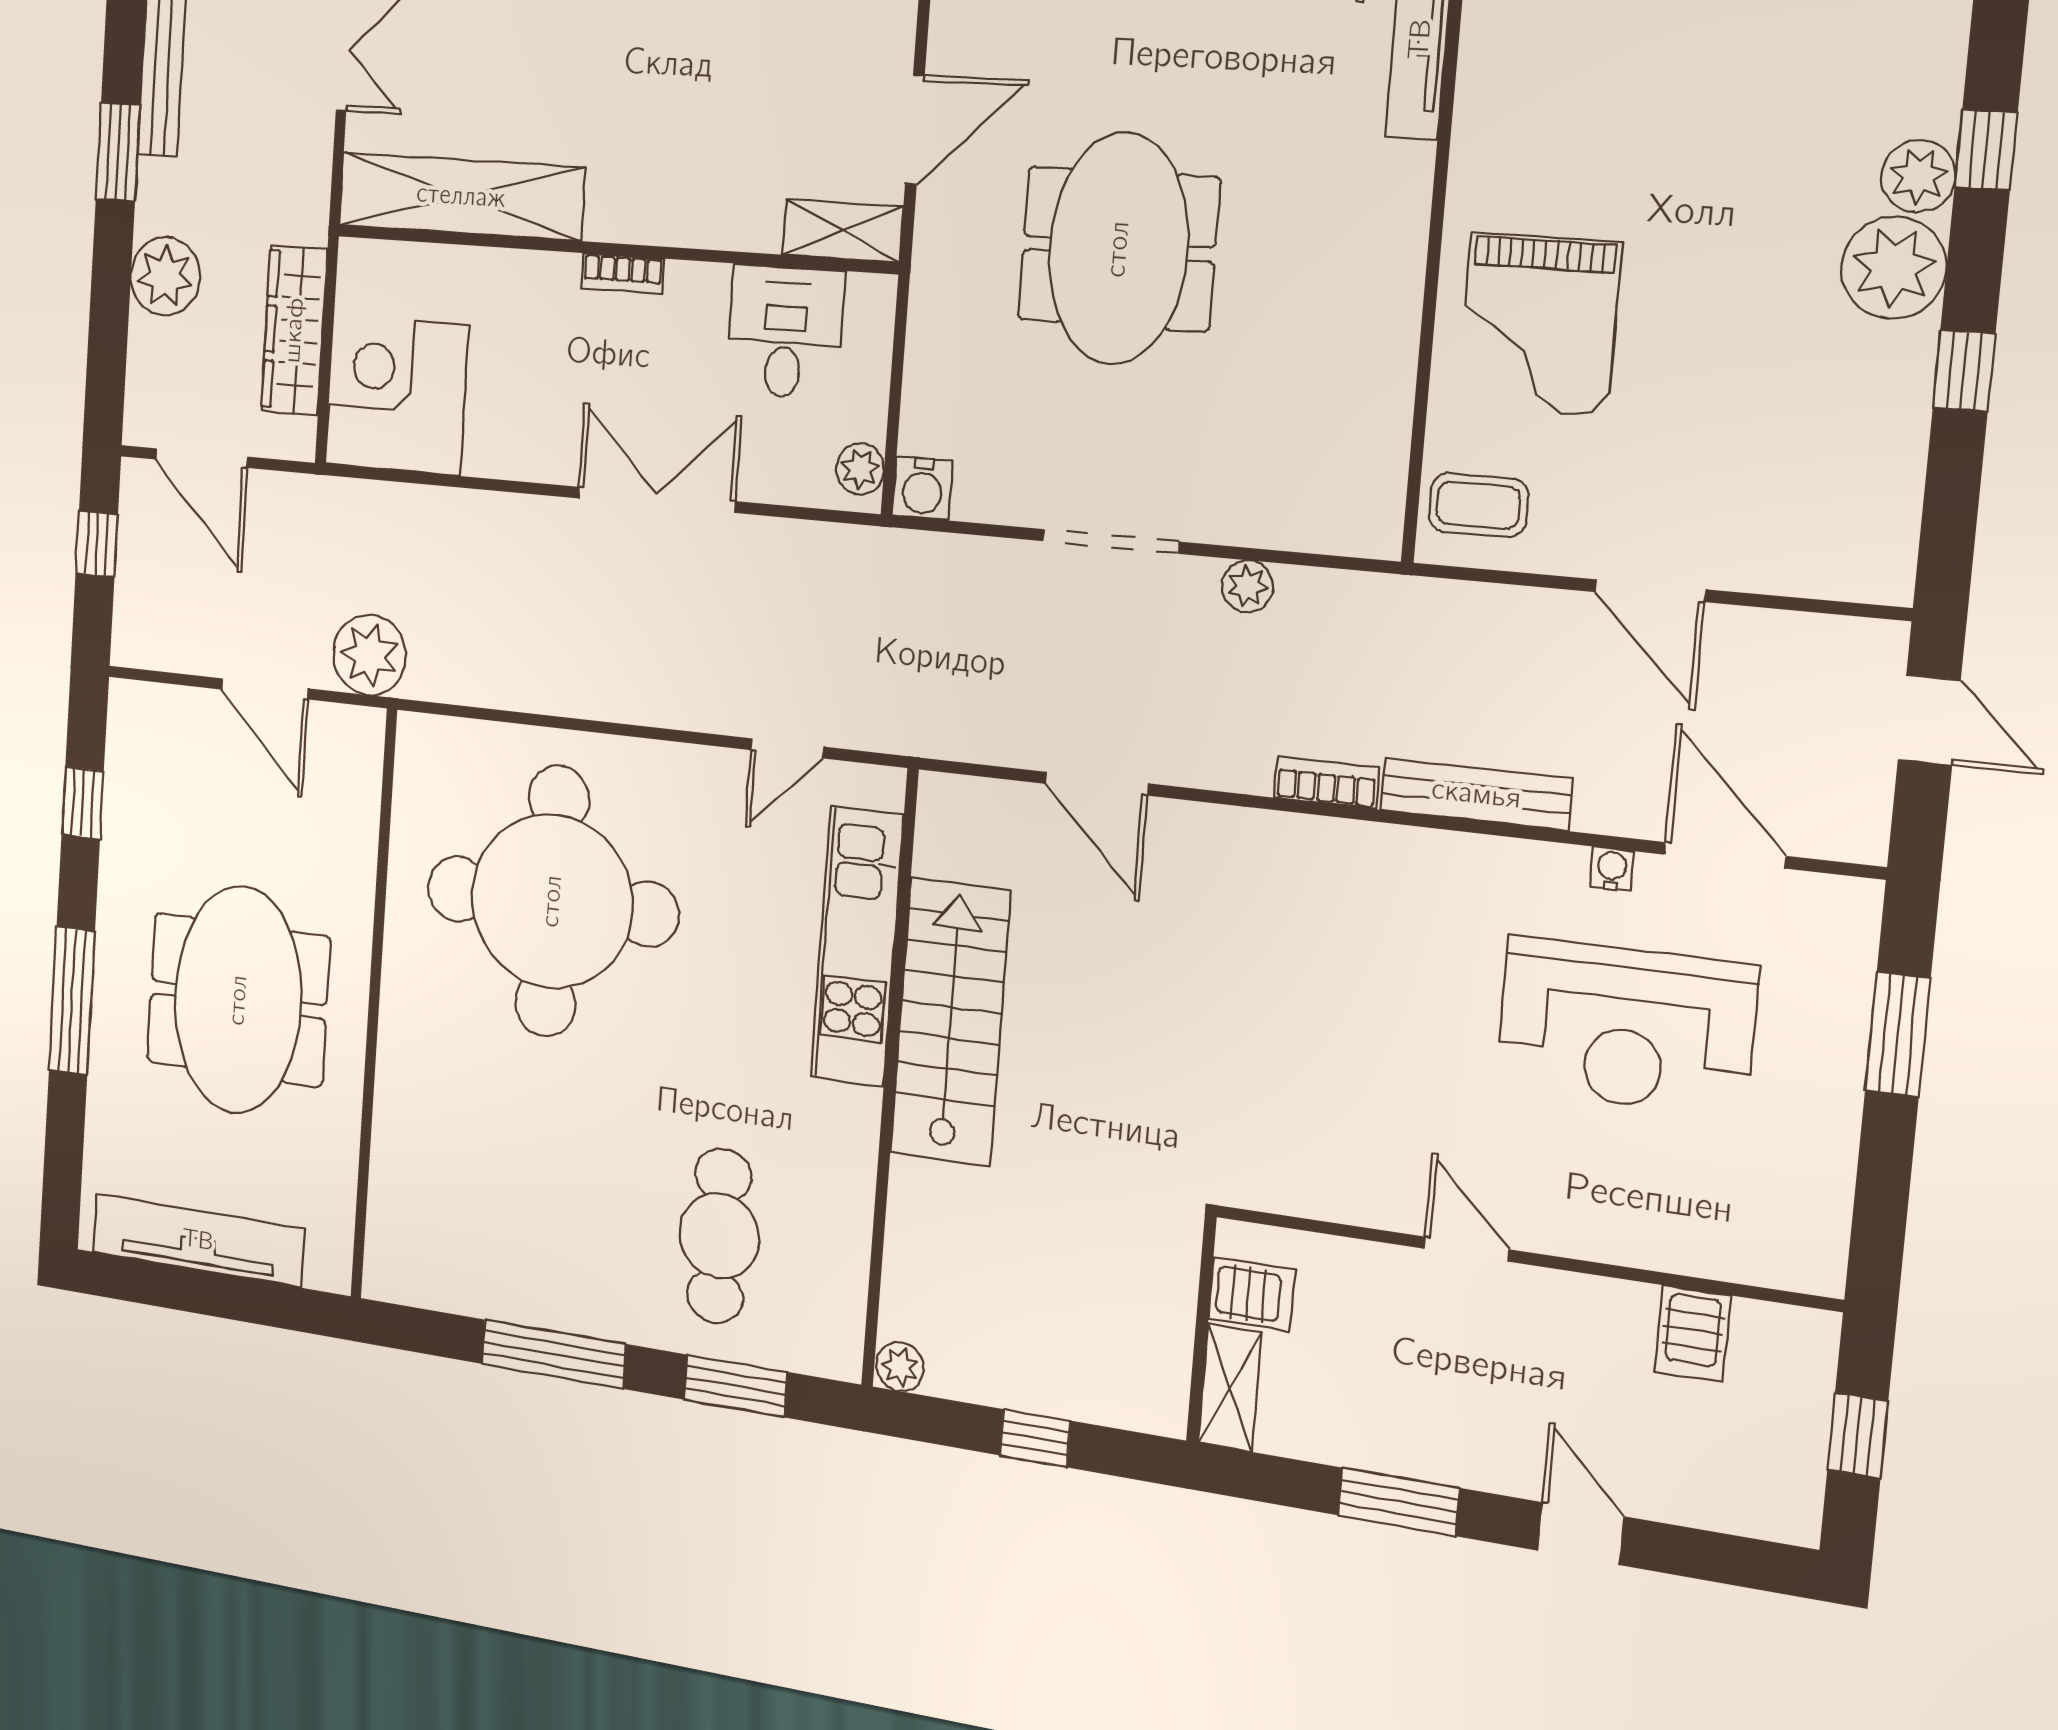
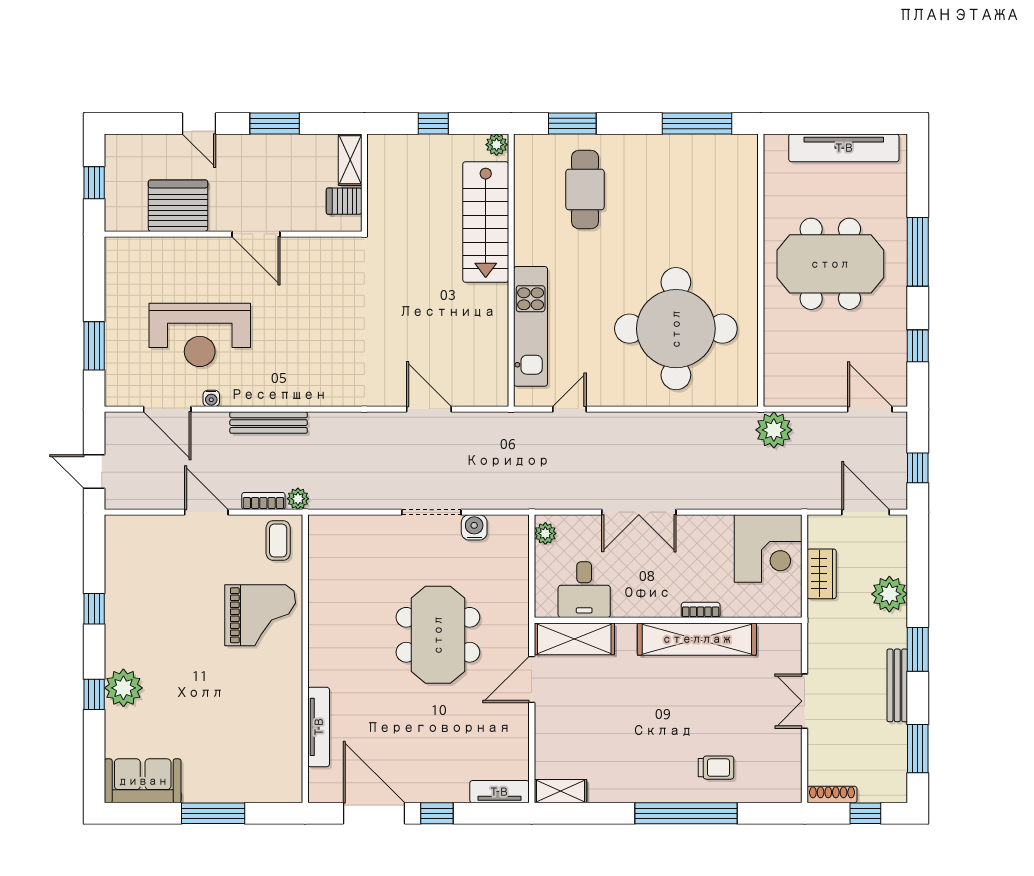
plant: (1918, 176) -> (123, 688), width x1.36, depth x1.36
shelving: (461, 196) -> (697, 639), moved
shelving: (843, 231) -> (574, 639), width x1.50, depth x1.33
plant: (1894, 268) -> (124, 647), removed
bookcase: (623, 274) -> (701, 610), moved
grand piano: (1539, 325) -> (260, 615), turned 90
wardrobe: (294, 330) -> (822, 574), width x0.67
water cooler: (922, 488) -> (474, 527), moved
coffee table: (1478, 505) -> (278, 541), turned 90
plant: (1247, 586) -> (298, 499), moved
door: (265, 689) -> (870, 409), moved
bookcase: (1326, 783) -> (263, 501), moved, turned 180
meeting table: (238, 1000) -> (830, 264), turned 90
stairs: (950, 1022) -> (486, 222), moved
reception desk: (1626, 1027) -> (200, 335), turned 180
door: (1466, 1249) -> (256, 234), width x1.38
server rack: (1693, 1334) -> (178, 206), width x2.18, depth x1.44
window: (553, 1354) -> (697, 123), moved

